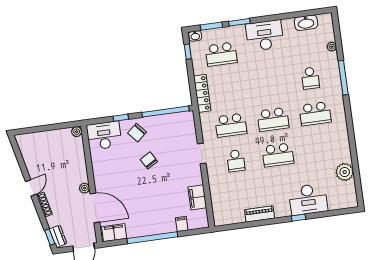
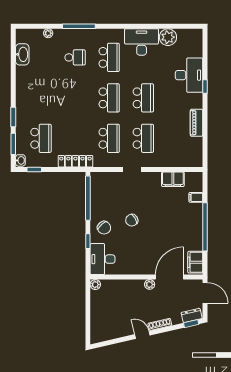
desk: (265, 36) -> (142, 42), moved, turned 90
school desk: (236, 161) -> (143, 138), width x1.85

